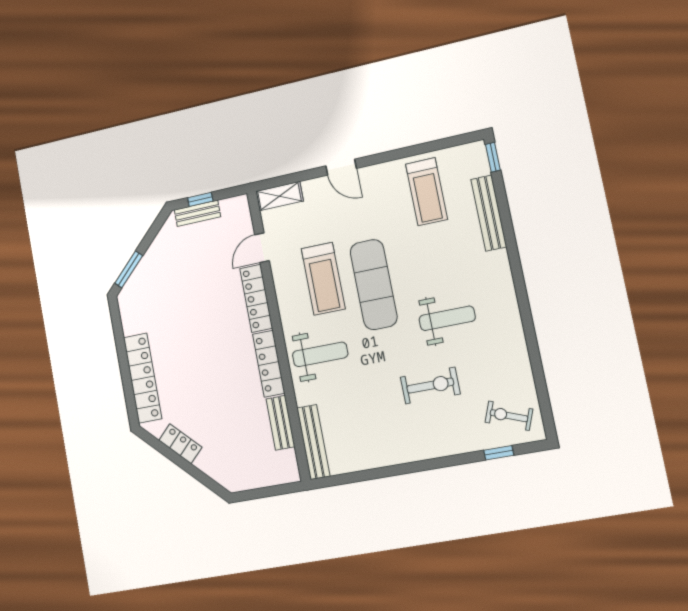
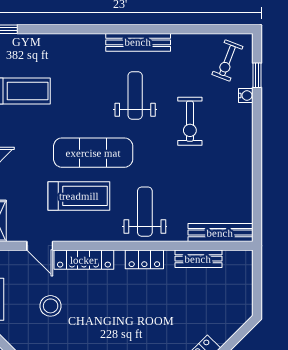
bench: (489, 213) -> (138, 42), moved
stool: (201, 273) -> (51, 306), added
locker: (269, 364) -> (144, 259), width x0.66
exercise bike: (430, 385) -> (190, 121), turned 180
water cooler: (473, 444) -> (246, 95), added

